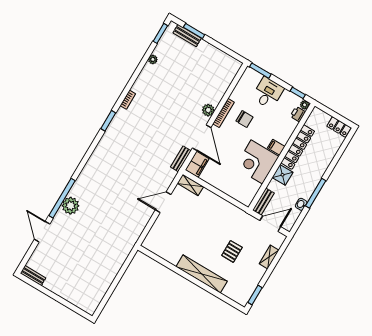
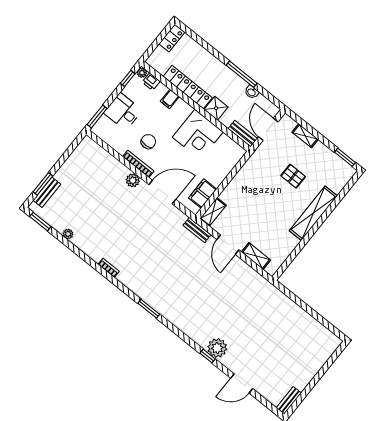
window: (108, 121) -> (149, 309), moved
filing cabinet: (276, 147) -> (170, 99), moved
bench: (181, 159) -> (197, 230), moved
filing cabinet: (197, 164) -> (203, 194), moved, turned -90
window: (62, 198) -> (208, 356), width x0.32
shelving: (157, 229) -> (256, 256), added

